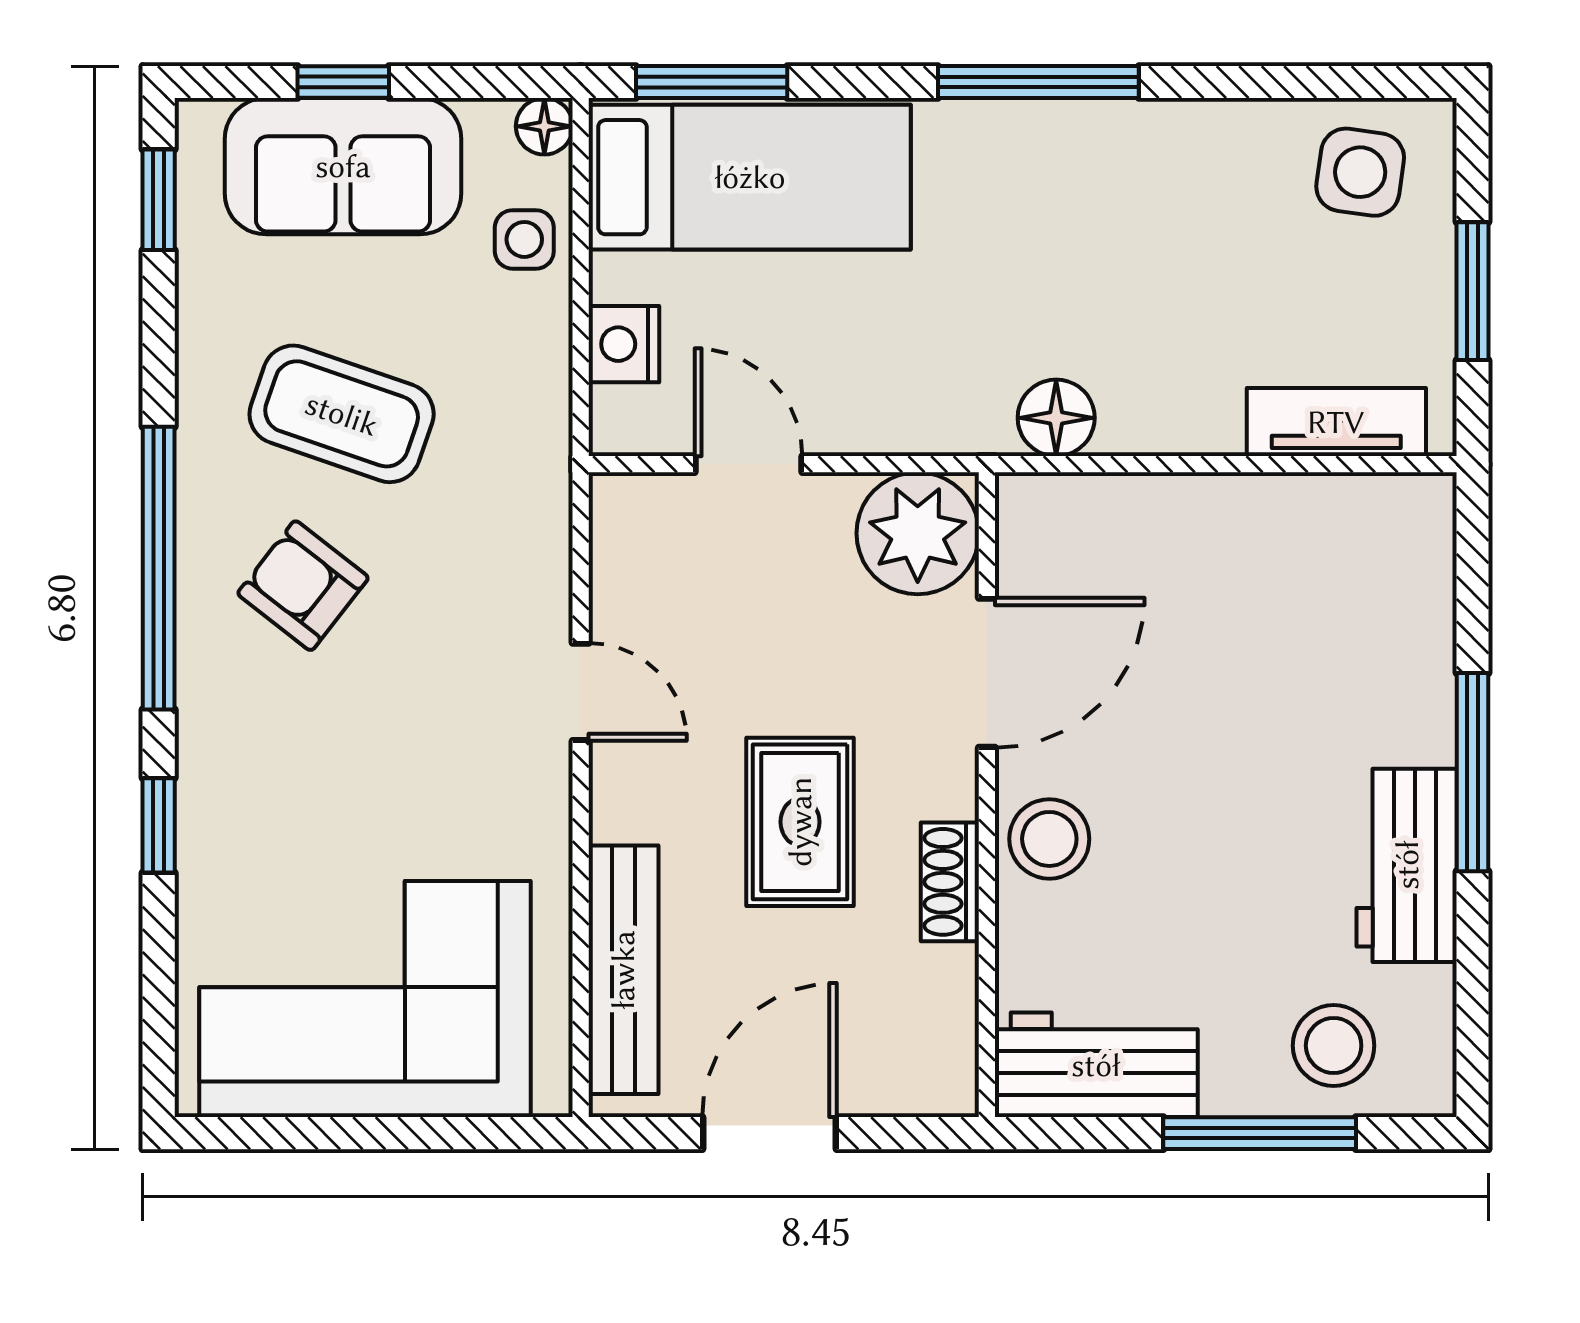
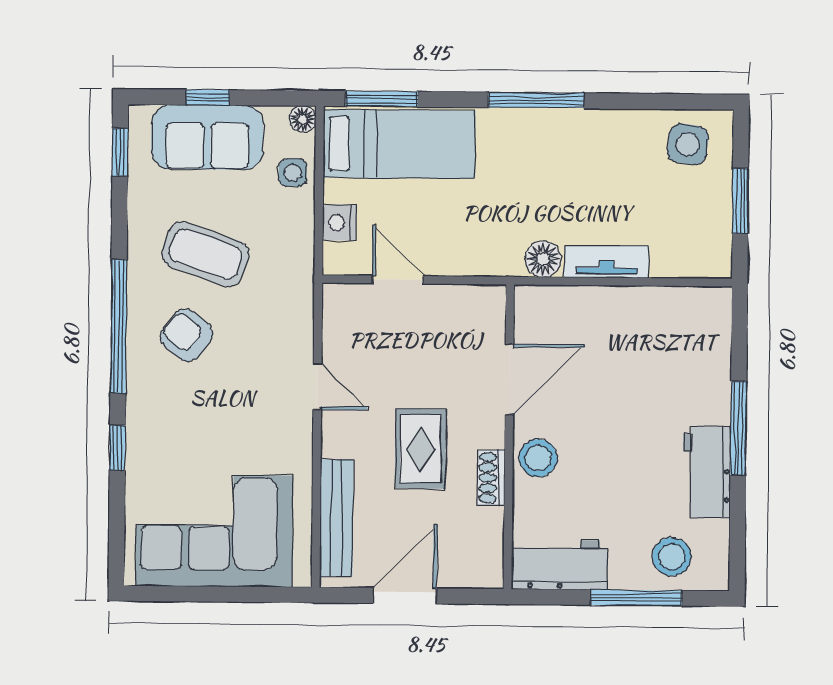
tv unit: (1336, 422) -> (607, 262), moved
plant: (918, 533) -> (477, 313), removed

